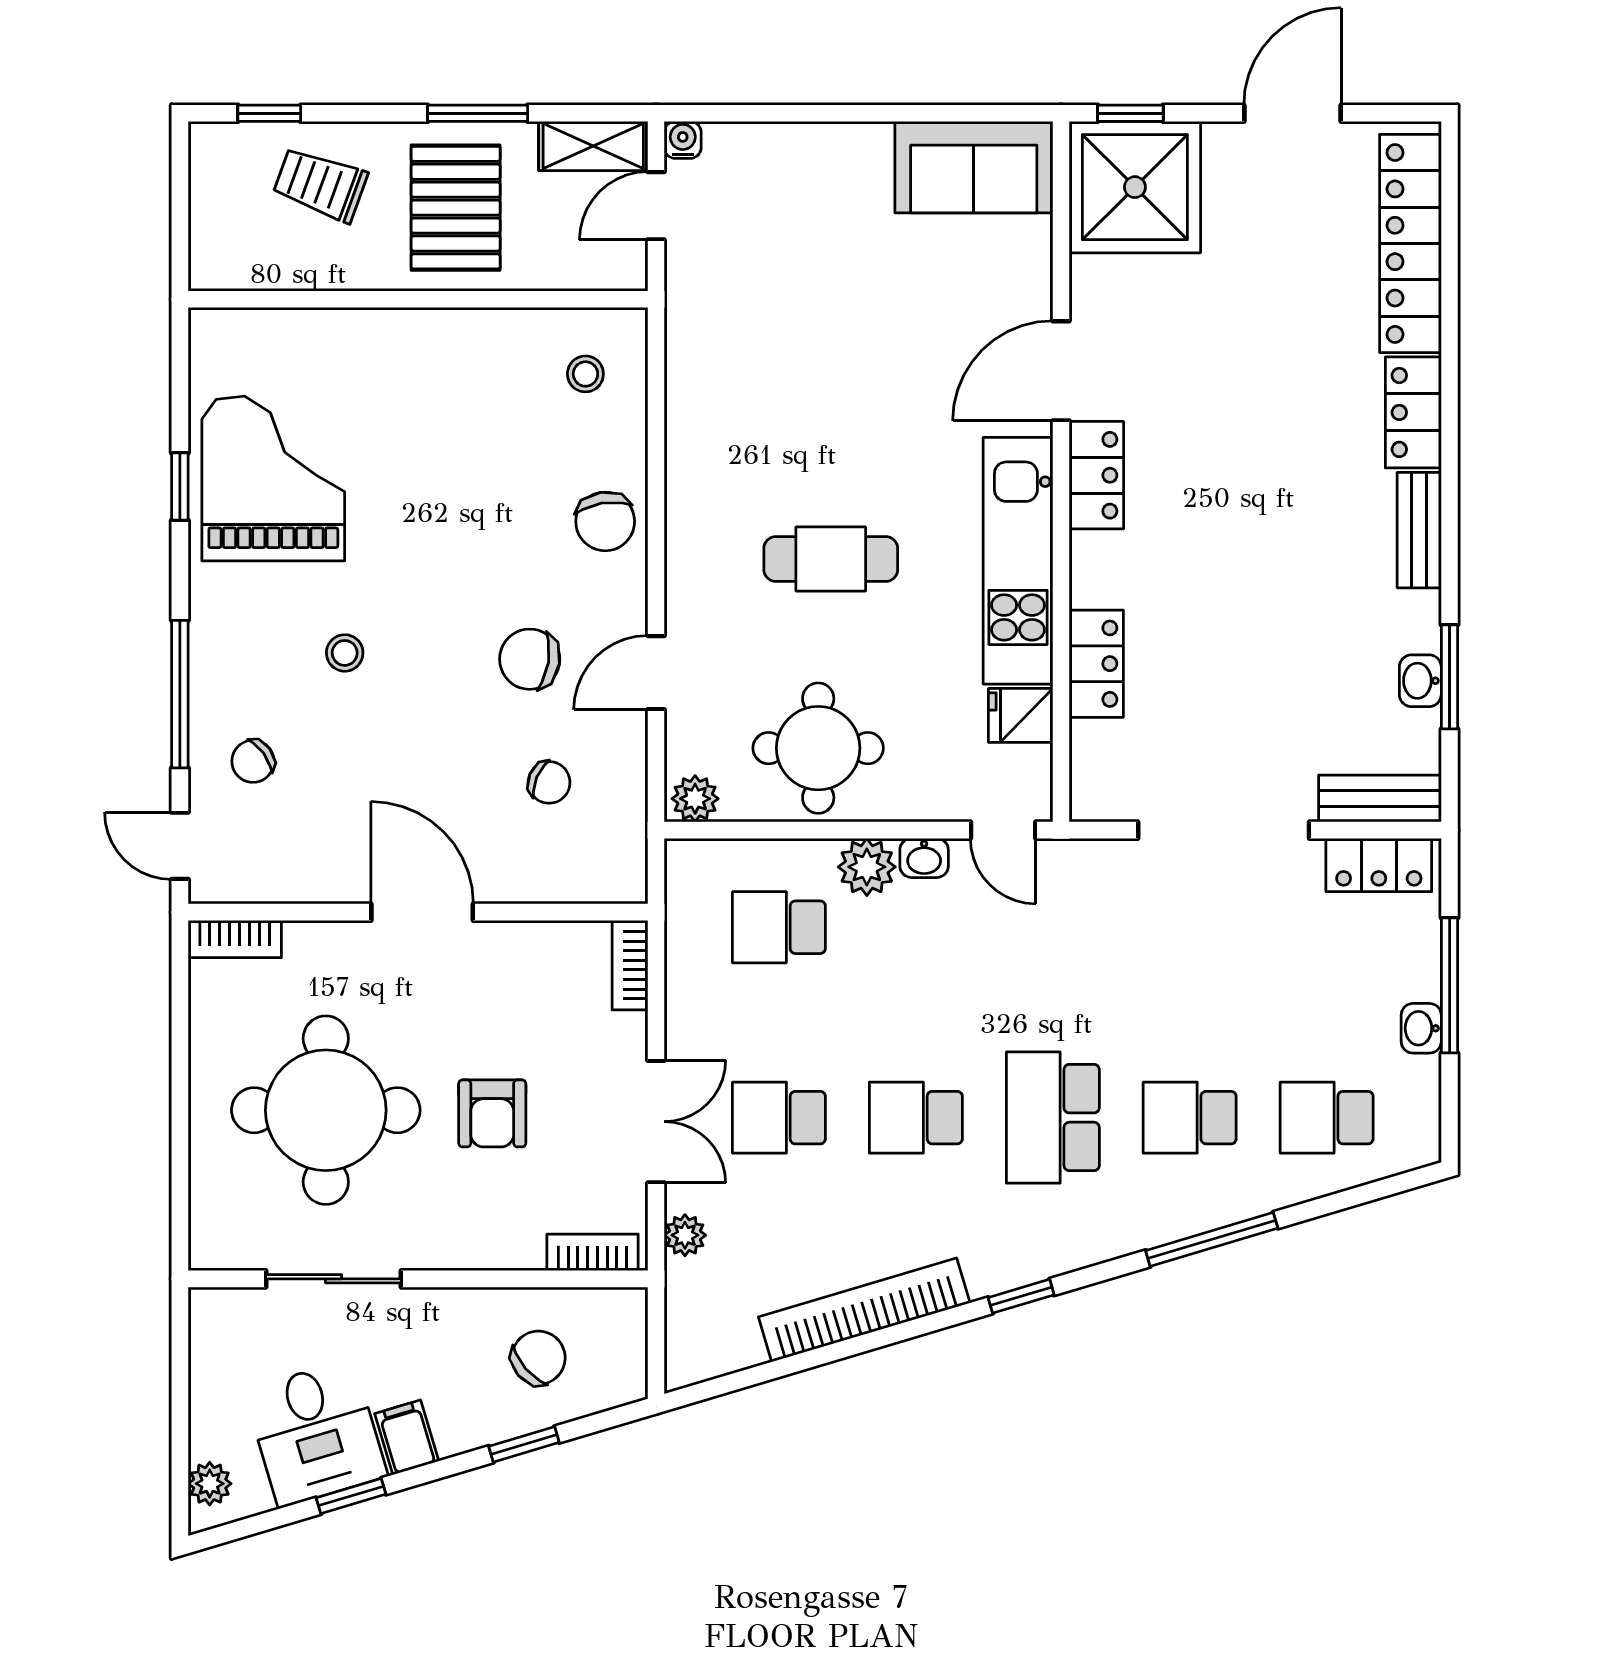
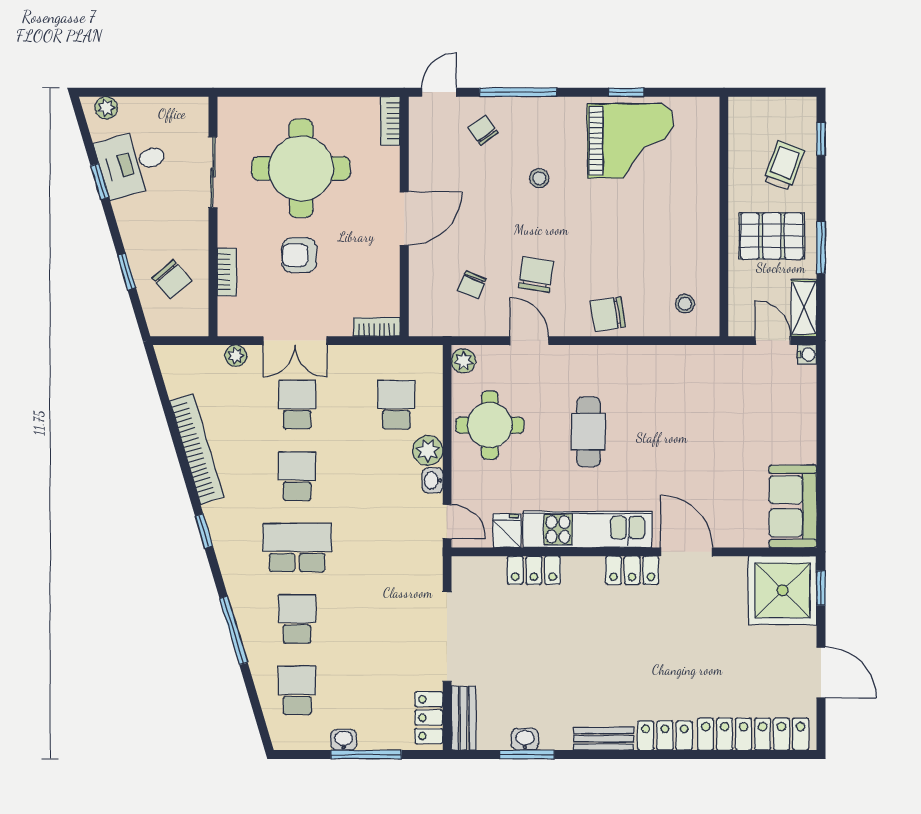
door: (1003, 830) -> (447, 522), swing flipped
bookcase: (593, 1252) -> (227, 272), moved
filing cabinet: (407, 1437) -> (130, 211), removed

